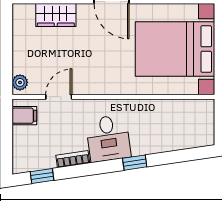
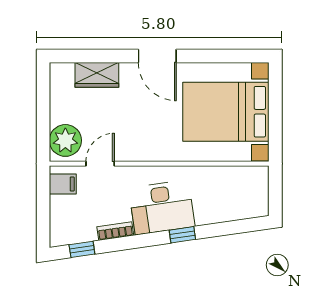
plant: (20, 82) -> (65, 140), width x1.88, depth x1.88
desk: (108, 138) -> (162, 207), width x1.37

